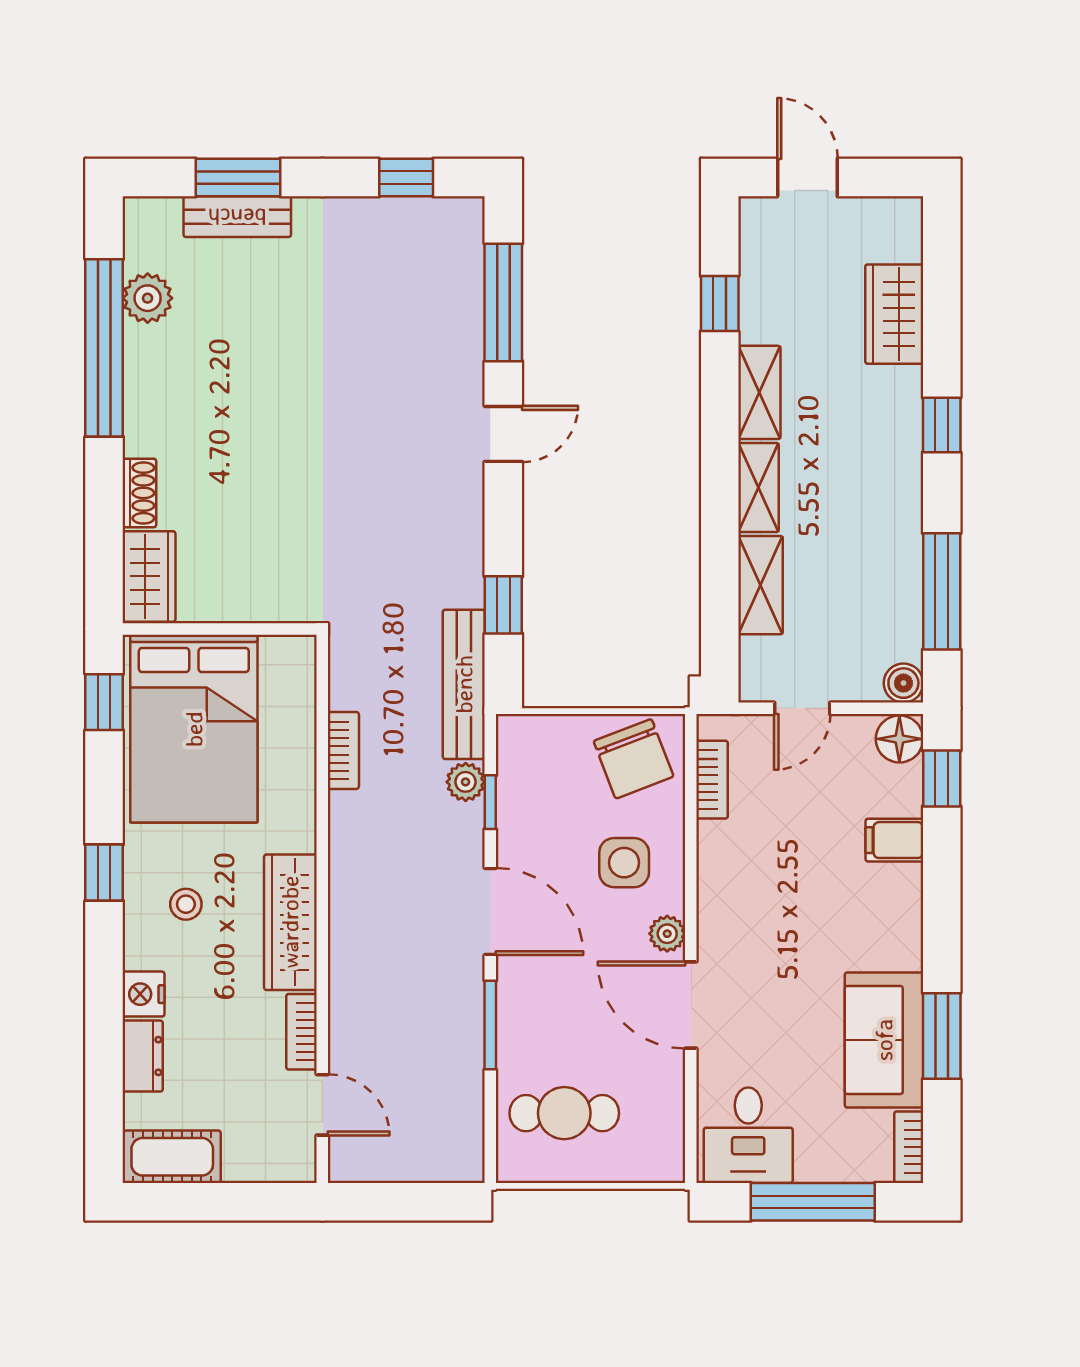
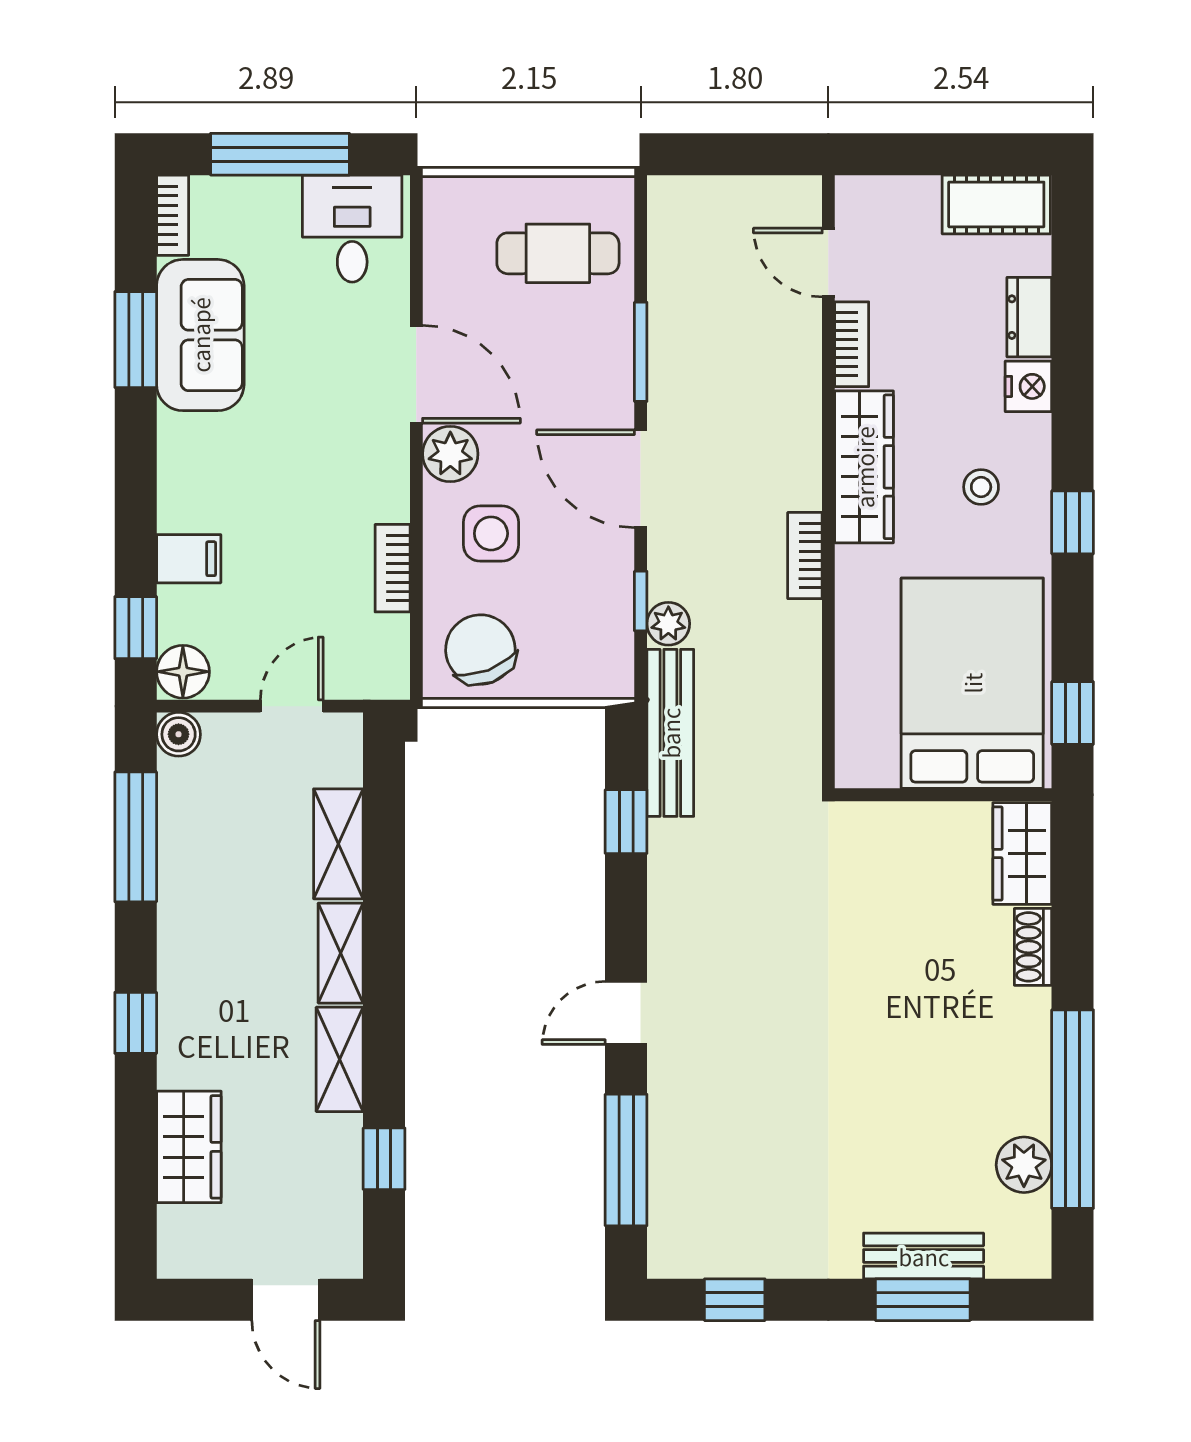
bookcase: (343, 750) -> (805, 556), moved
bookcase: (712, 780) -> (393, 568), moved
plant: (667, 934) -> (450, 454), width x1.38, depth x1.38

